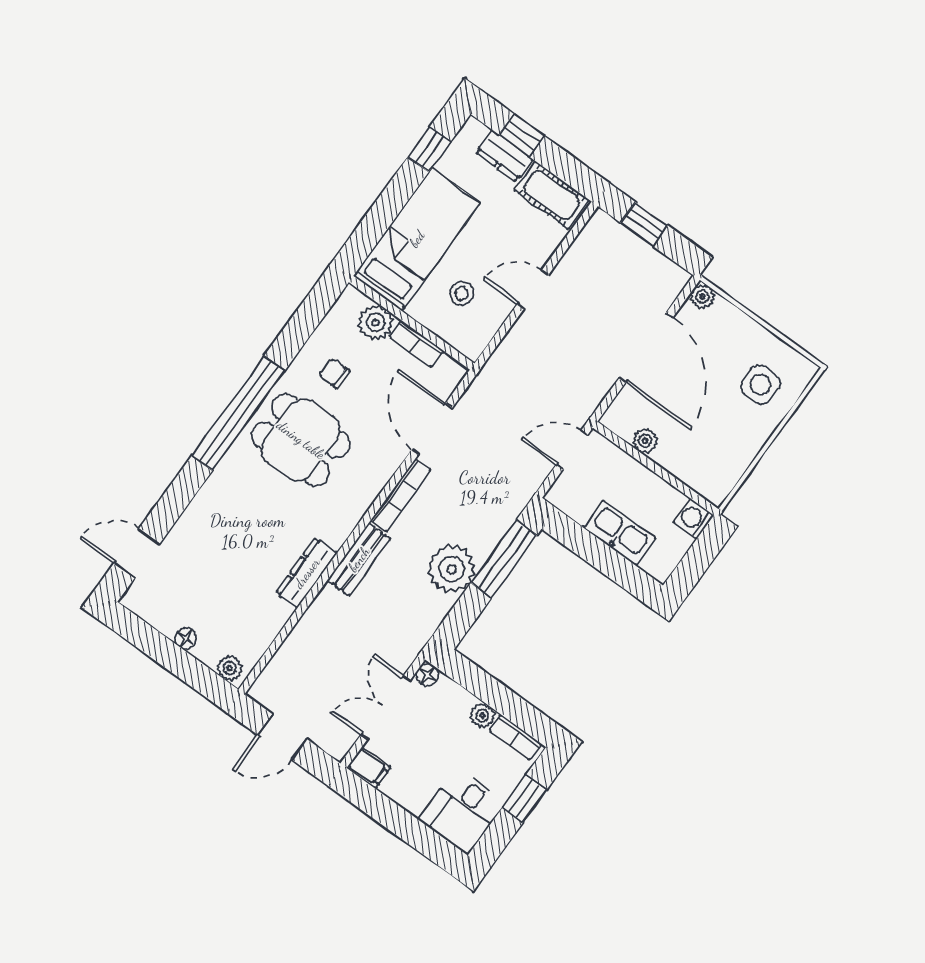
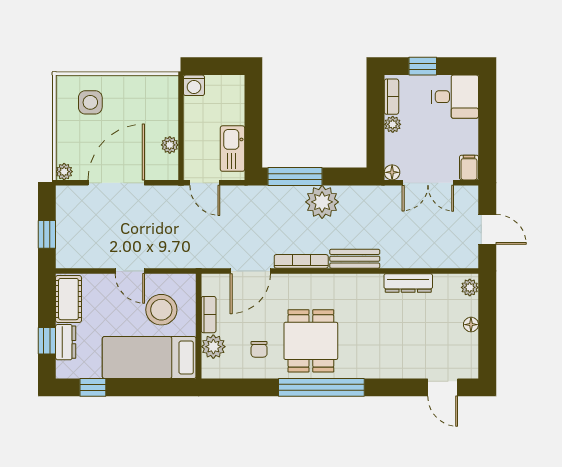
stool: (462, 293) -> (161, 310), width x1.89, depth x1.89
kitchen sink: (619, 533) -> (232, 149), moved
dresser: (307, 573) -> (408, 283), moved

